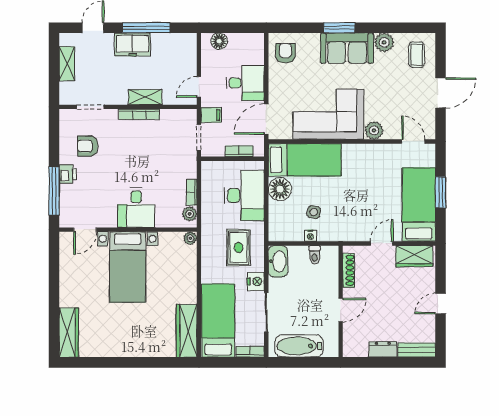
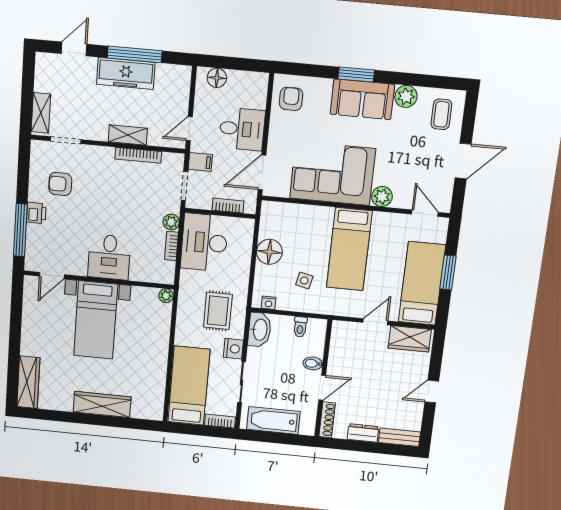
freezer: (132, 45) -> (126, 73), width x1.40
shelving: (67, 64) -> (41, 113), moved
bookcase: (139, 114) -> (138, 155), moved
bed: (305, 160) -> (349, 249), moved, turned 90
desk: (244, 195) -> (204, 242), moved, turned 180
plant: (190, 214) -> (171, 222), moved
nightstand: (310, 236) -> (269, 303), moved
shoe rack: (349, 270) -> (327, 420), moved
bidet: (330, 288) -> (313, 363), added
wardrobe: (187, 331) -> (102, 404), moved, turned 90

